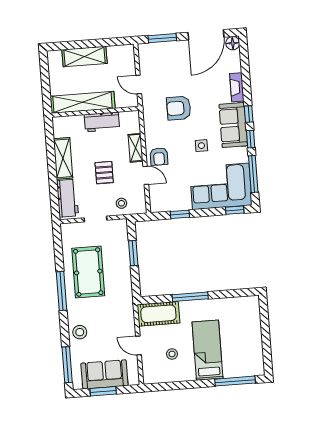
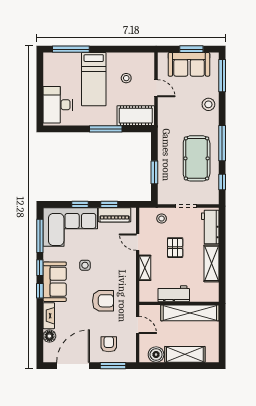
floor lamp: (233, 43) -> (49, 336), moved
boiler: (116, 54) -> (156, 355), added
armchair: (159, 157) -> (109, 344), moved
piano: (173, 203) -> (115, 215), added
window: (235, 210) -> (80, 204), moved
window: (58, 248) -> (222, 182), added
desk: (245, 319) -> (58, 105), added

